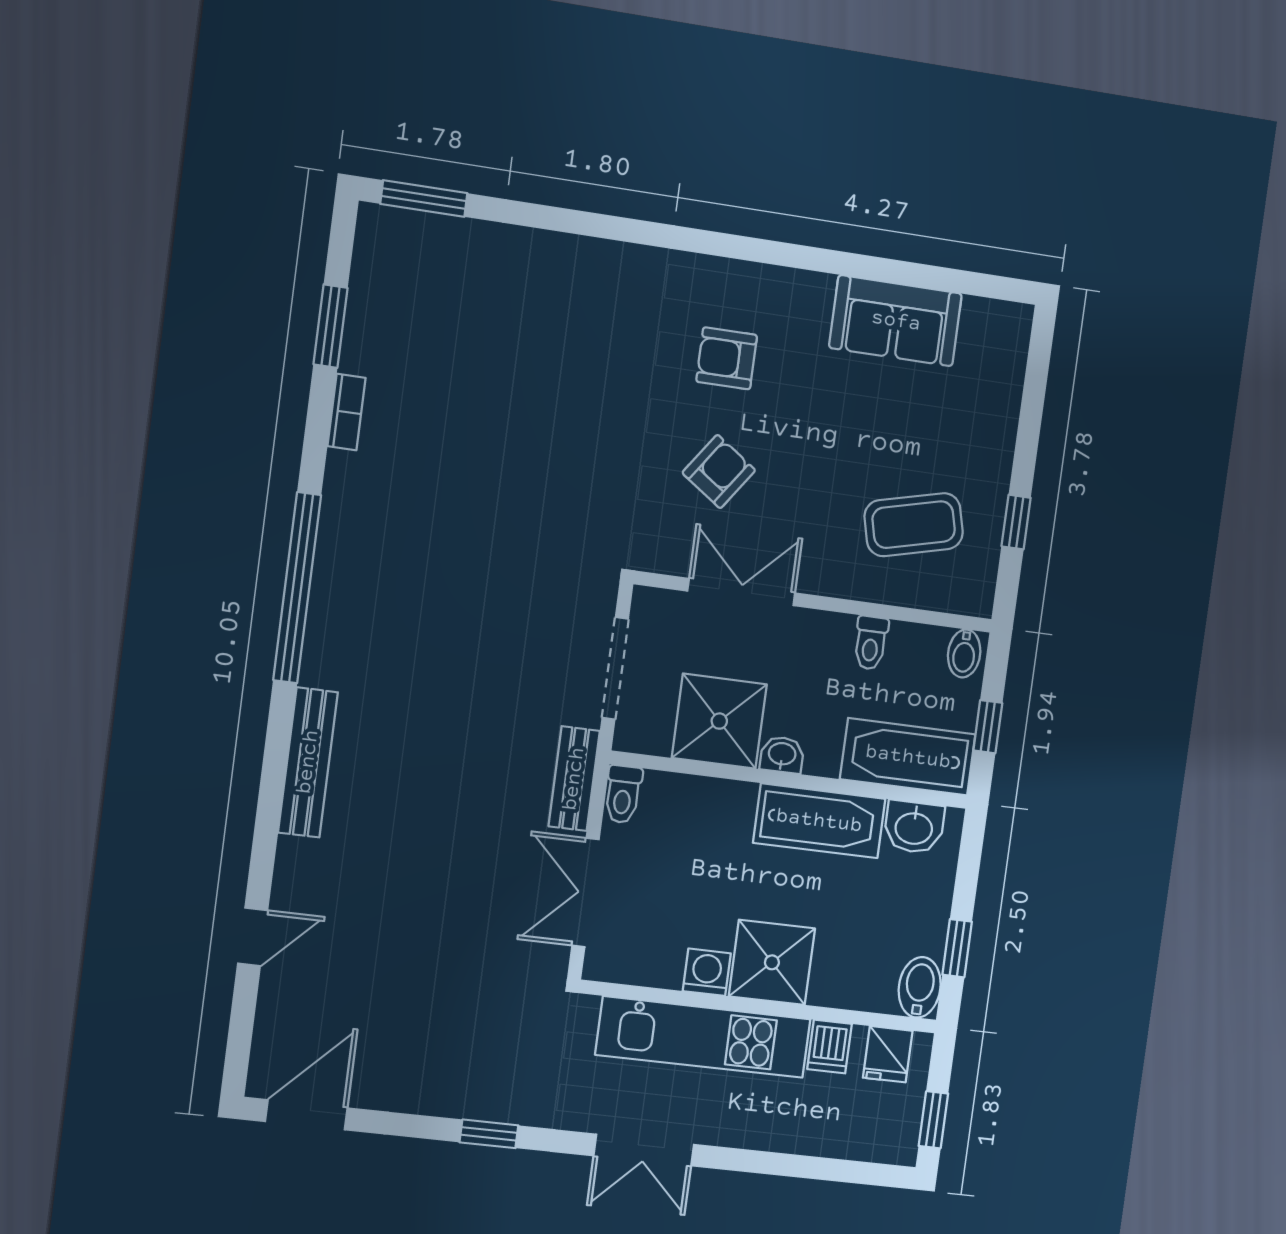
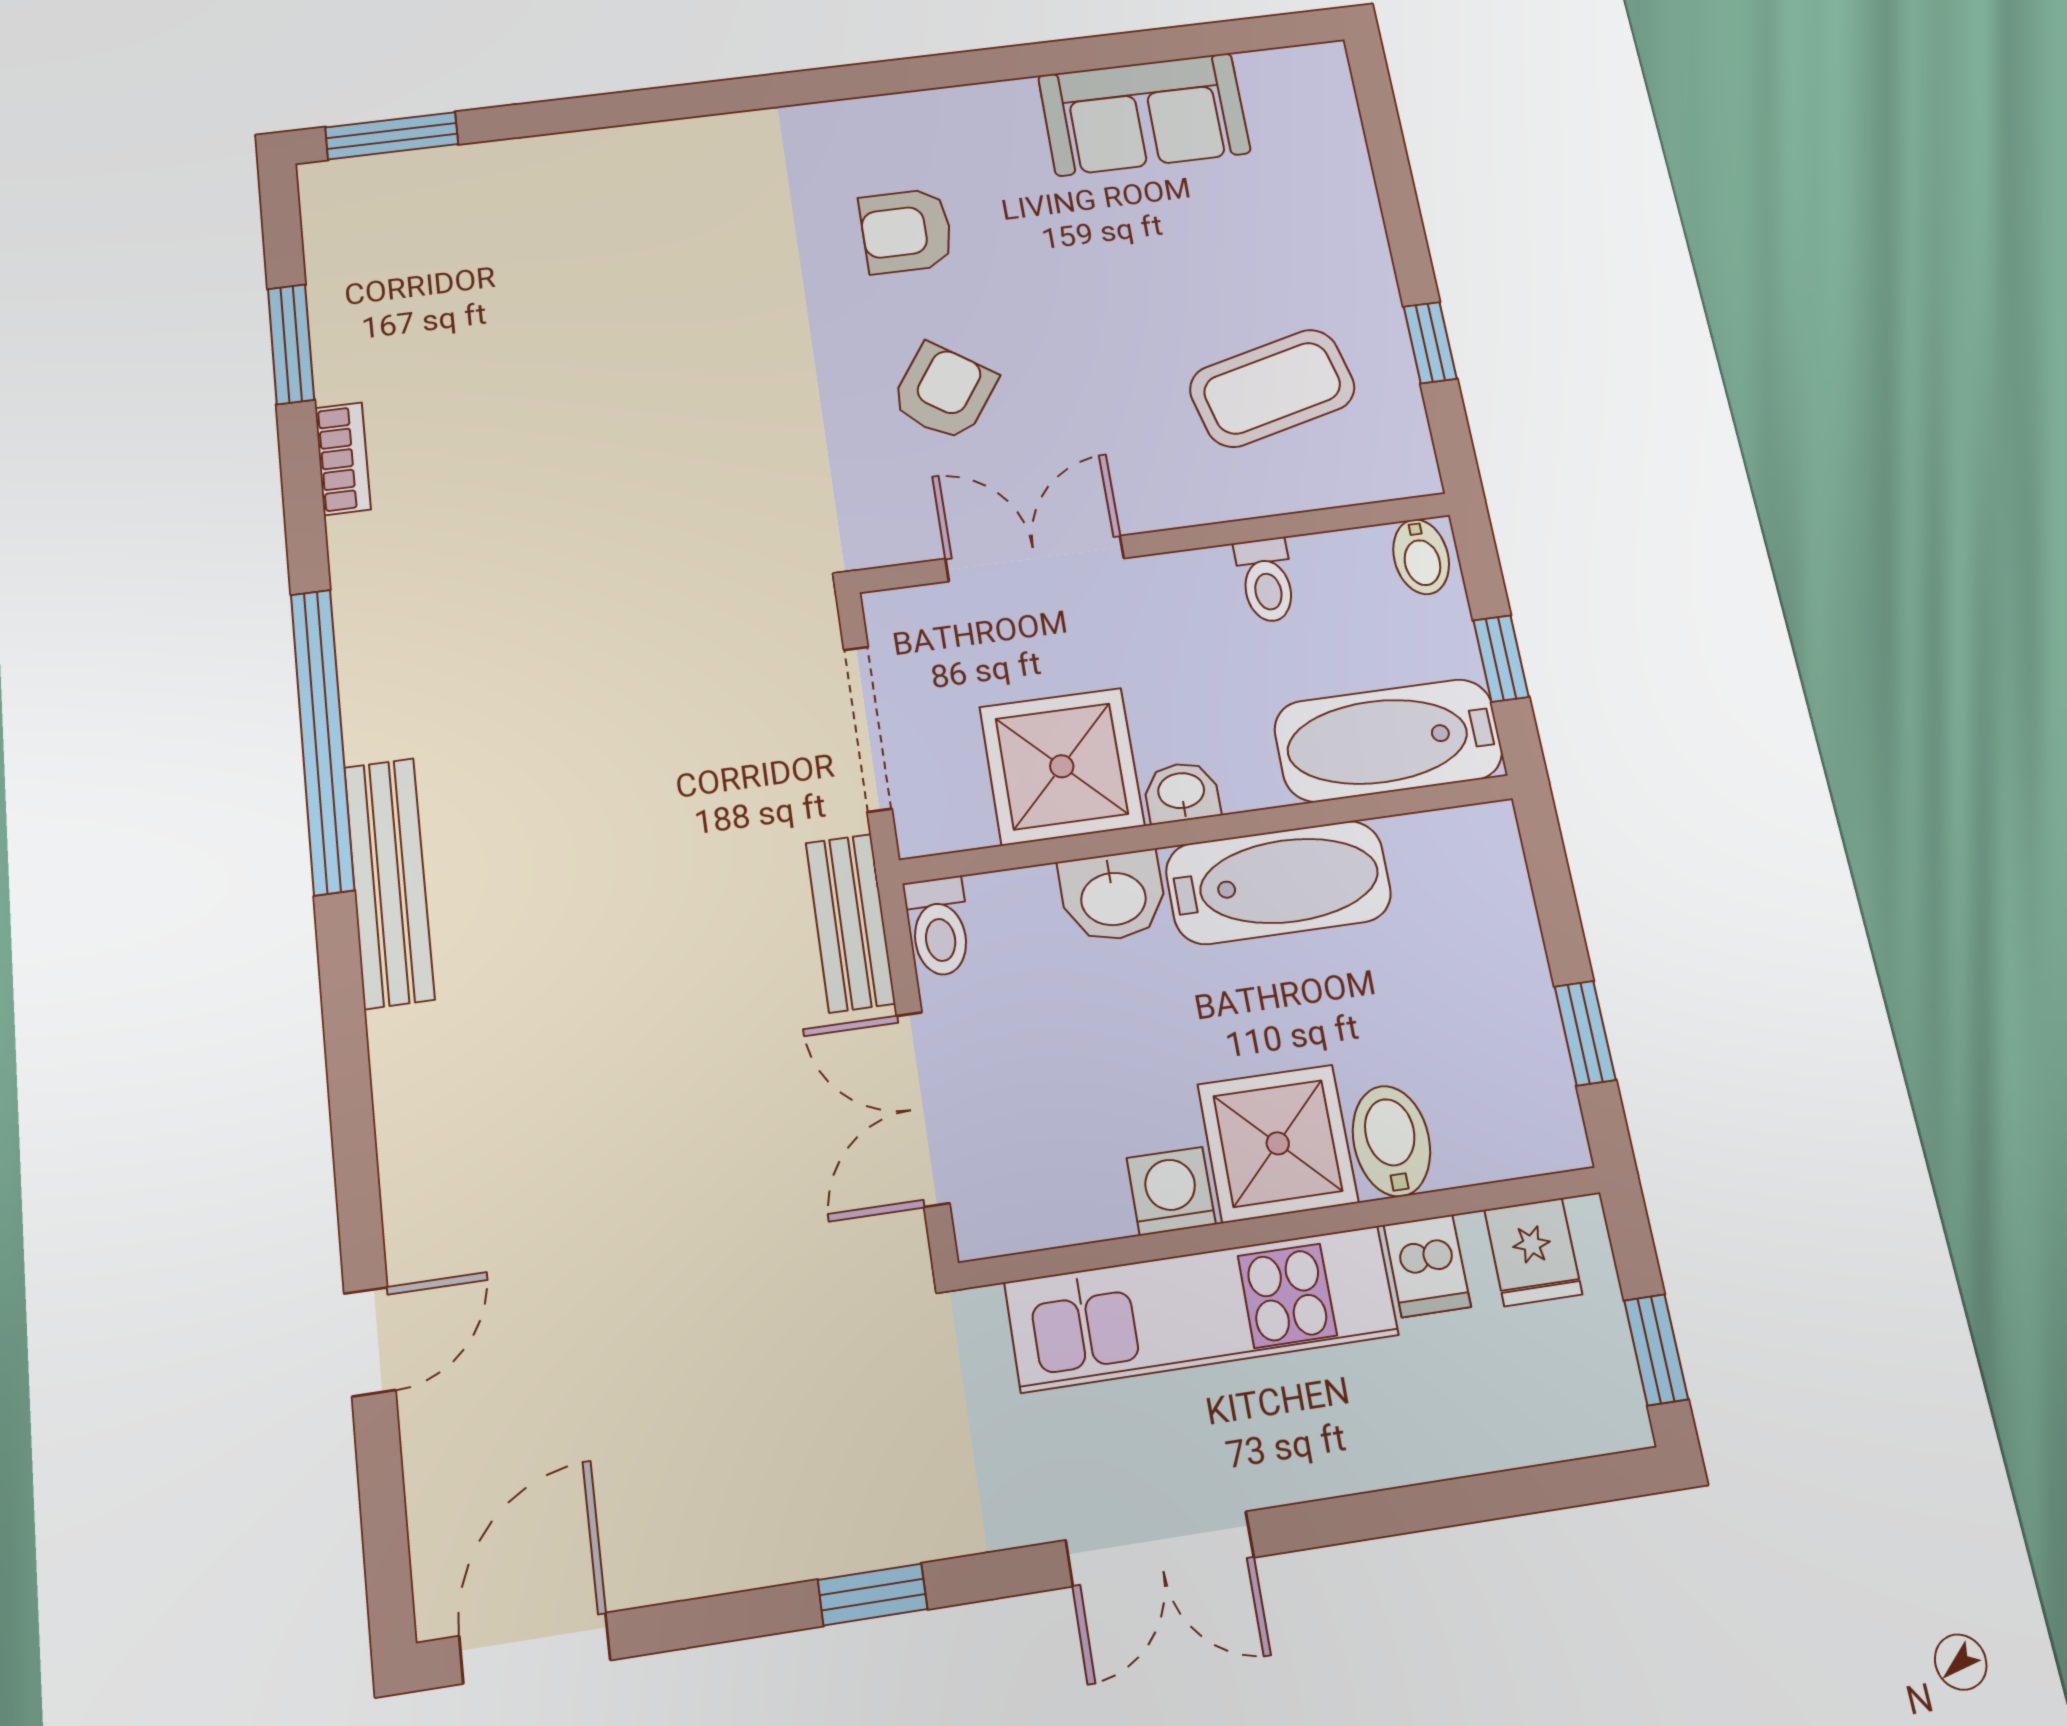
bench: (308, 762) -> (389, 882), moved
washbasin: (914, 827) -> (1113, 896), moved
bidet: (920, 987) -> (1391, 1141), moved

